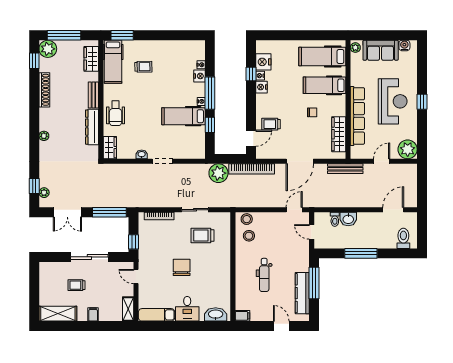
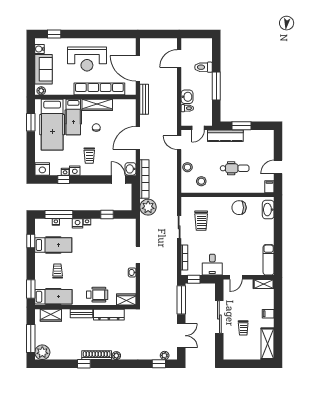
window: (179, 35) -> (31, 241), added
window: (318, 35) -> (31, 122), added
hospital bed: (322, 56) -> (52, 125), width x1.37, depth x1.29
window: (34, 61) -> (84, 364), moved
nightstand: (263, 62) -> (42, 169), moved
nightstand: (199, 76) -> (78, 223), moved
shoe rack: (44, 90) -> (97, 355), moved
window: (210, 93) -> (59, 214), moved
reception desk: (393, 101) -> (87, 59), turned 180
window: (422, 102) -> (54, 34), moved
hospital bed: (183, 116) -> (53, 245), moved, turned -90
trolley: (271, 124) -> (89, 156), moved
wardrobe: (339, 134) -> (97, 105), moved
plant: (408, 149) -> (128, 46), removed
washbasin: (263, 153) -> (130, 169), added
door: (300, 161) -> (138, 138), swing flipped
door: (382, 161) -> (138, 68), width x1.88
door: (393, 210) -> (179, 59), hinge flipped
stool: (247, 219) -> (187, 167), moved
toilet: (403, 238) -> (203, 67), moved
window: (134, 242) -> (194, 279), moved
chair: (182, 267) -> (239, 208), moved
window: (314, 283) -> (241, 126), width x0.69
kitchen counter: (302, 293) -> (225, 136), moved
desk: (187, 309) -> (212, 265), moved, turned 90
door: (281, 326) -> (278, 167), moved

